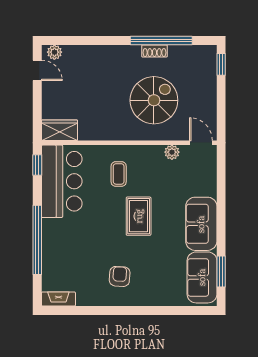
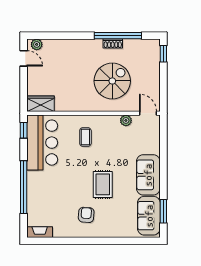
rug: (139, 216) -> (103, 184), moved

